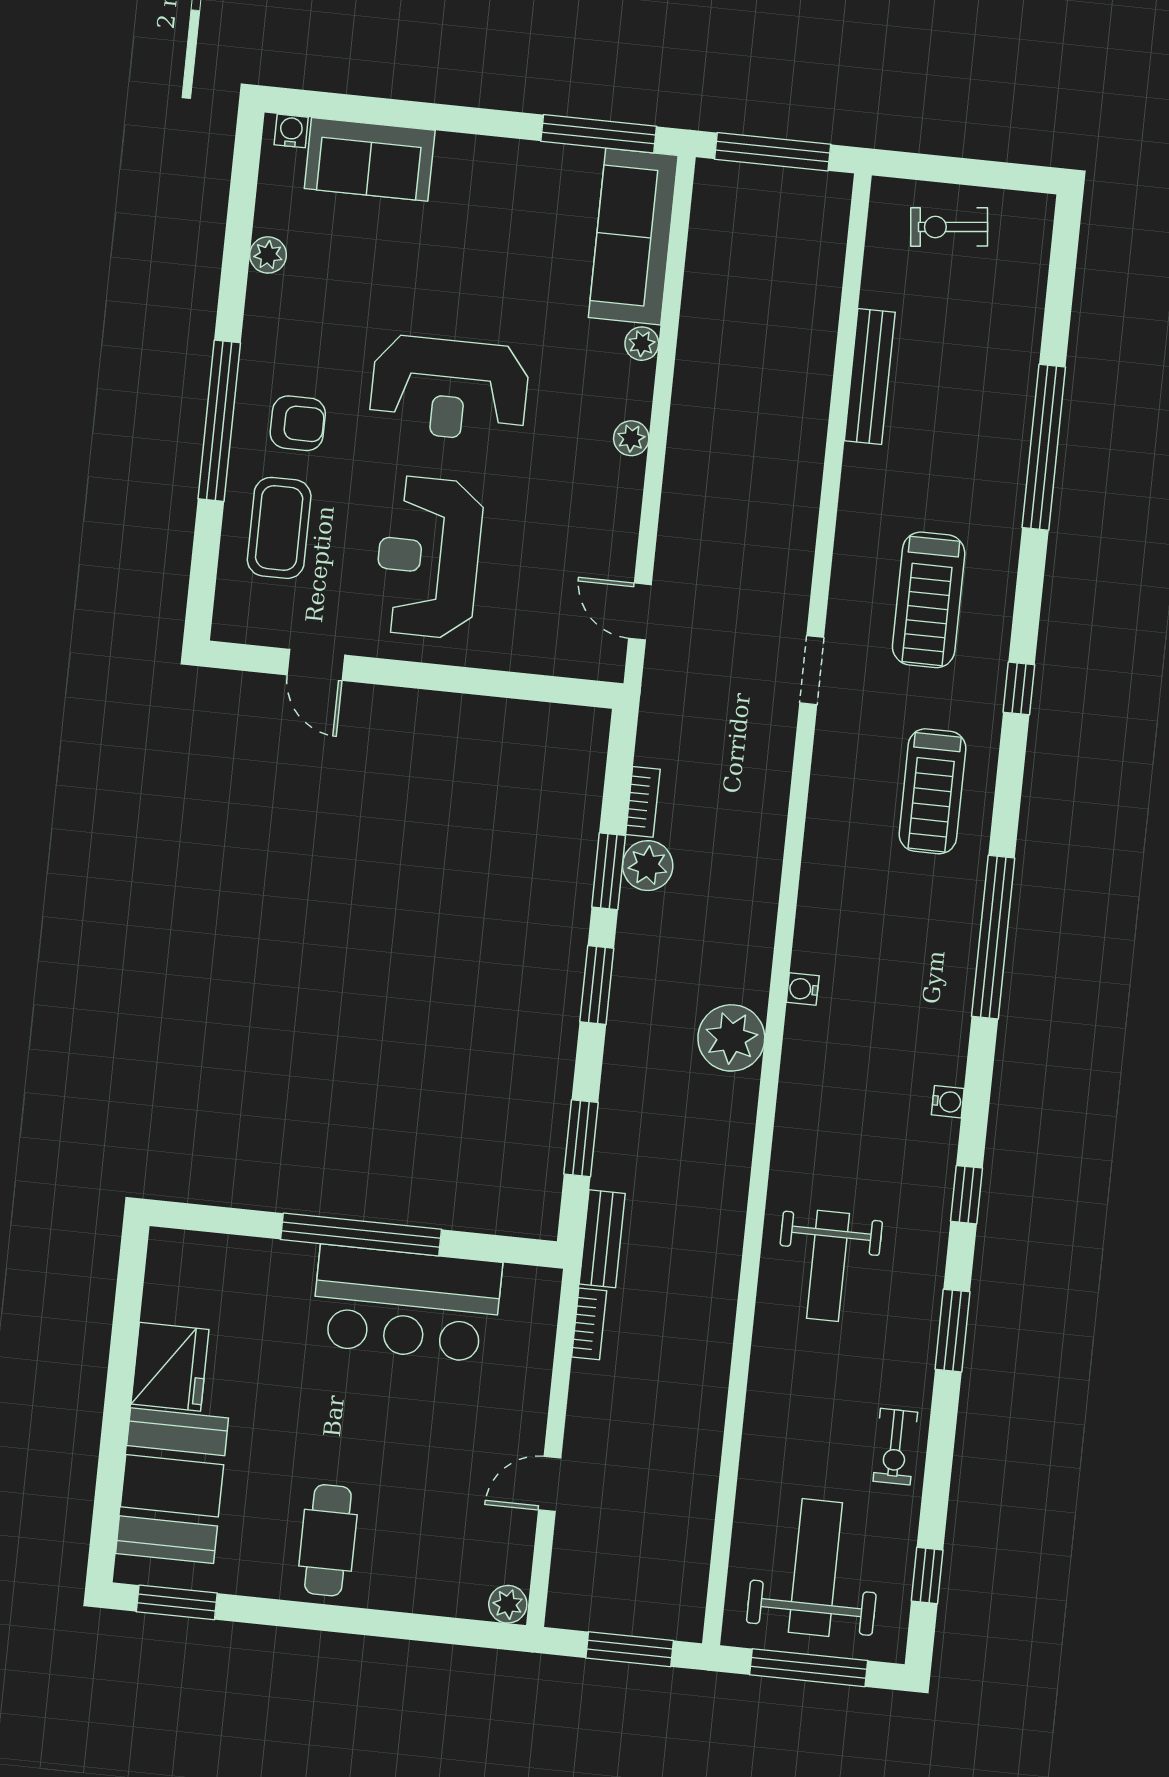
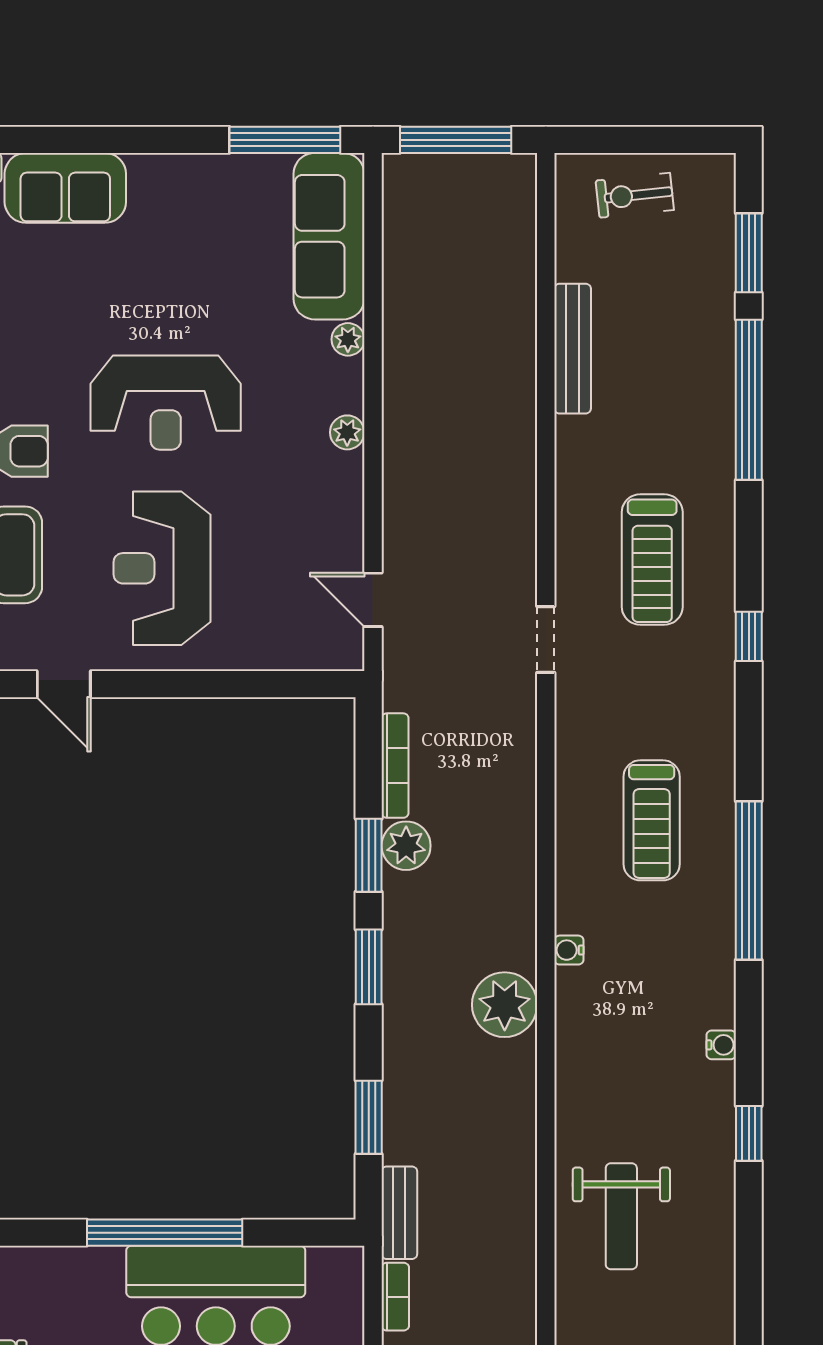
treadmill: (932, 791) -> (652, 820), moved
bookcase: (643, 802) -> (395, 766), width x1.56
window: (953, 1331) -> (749, 253), moved

